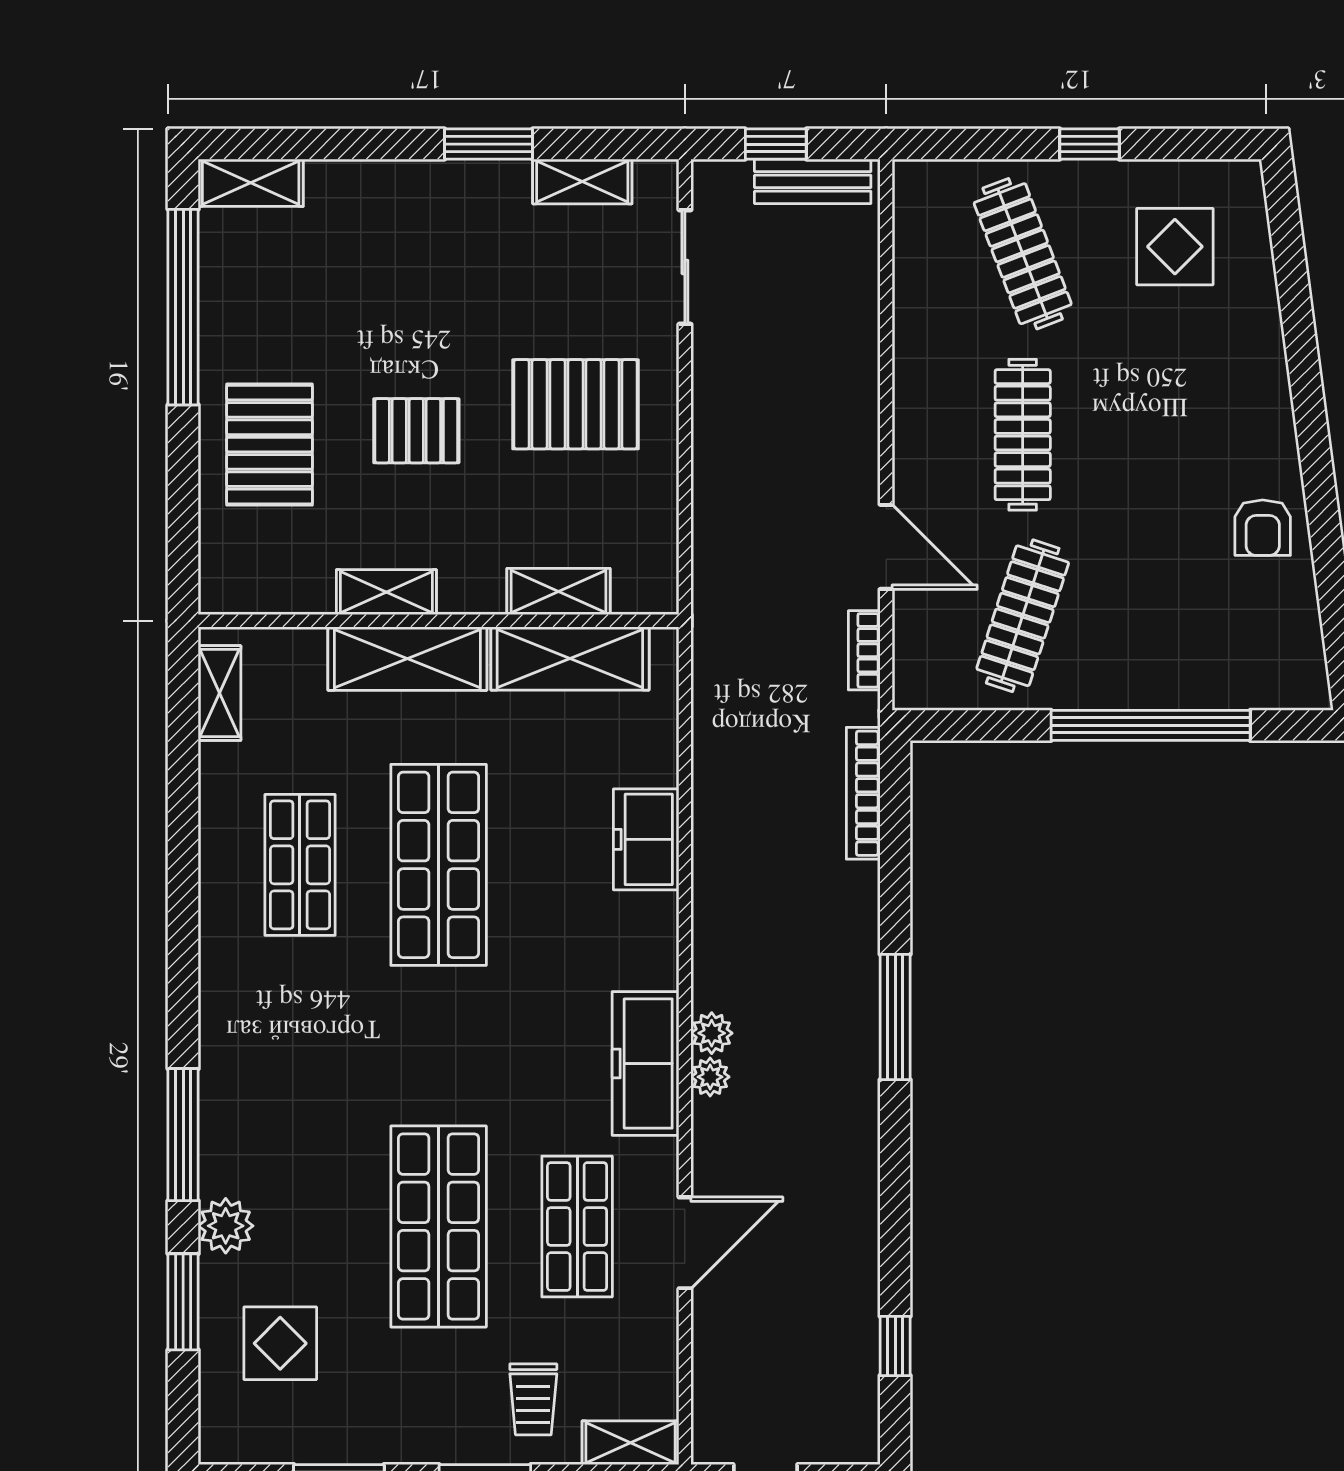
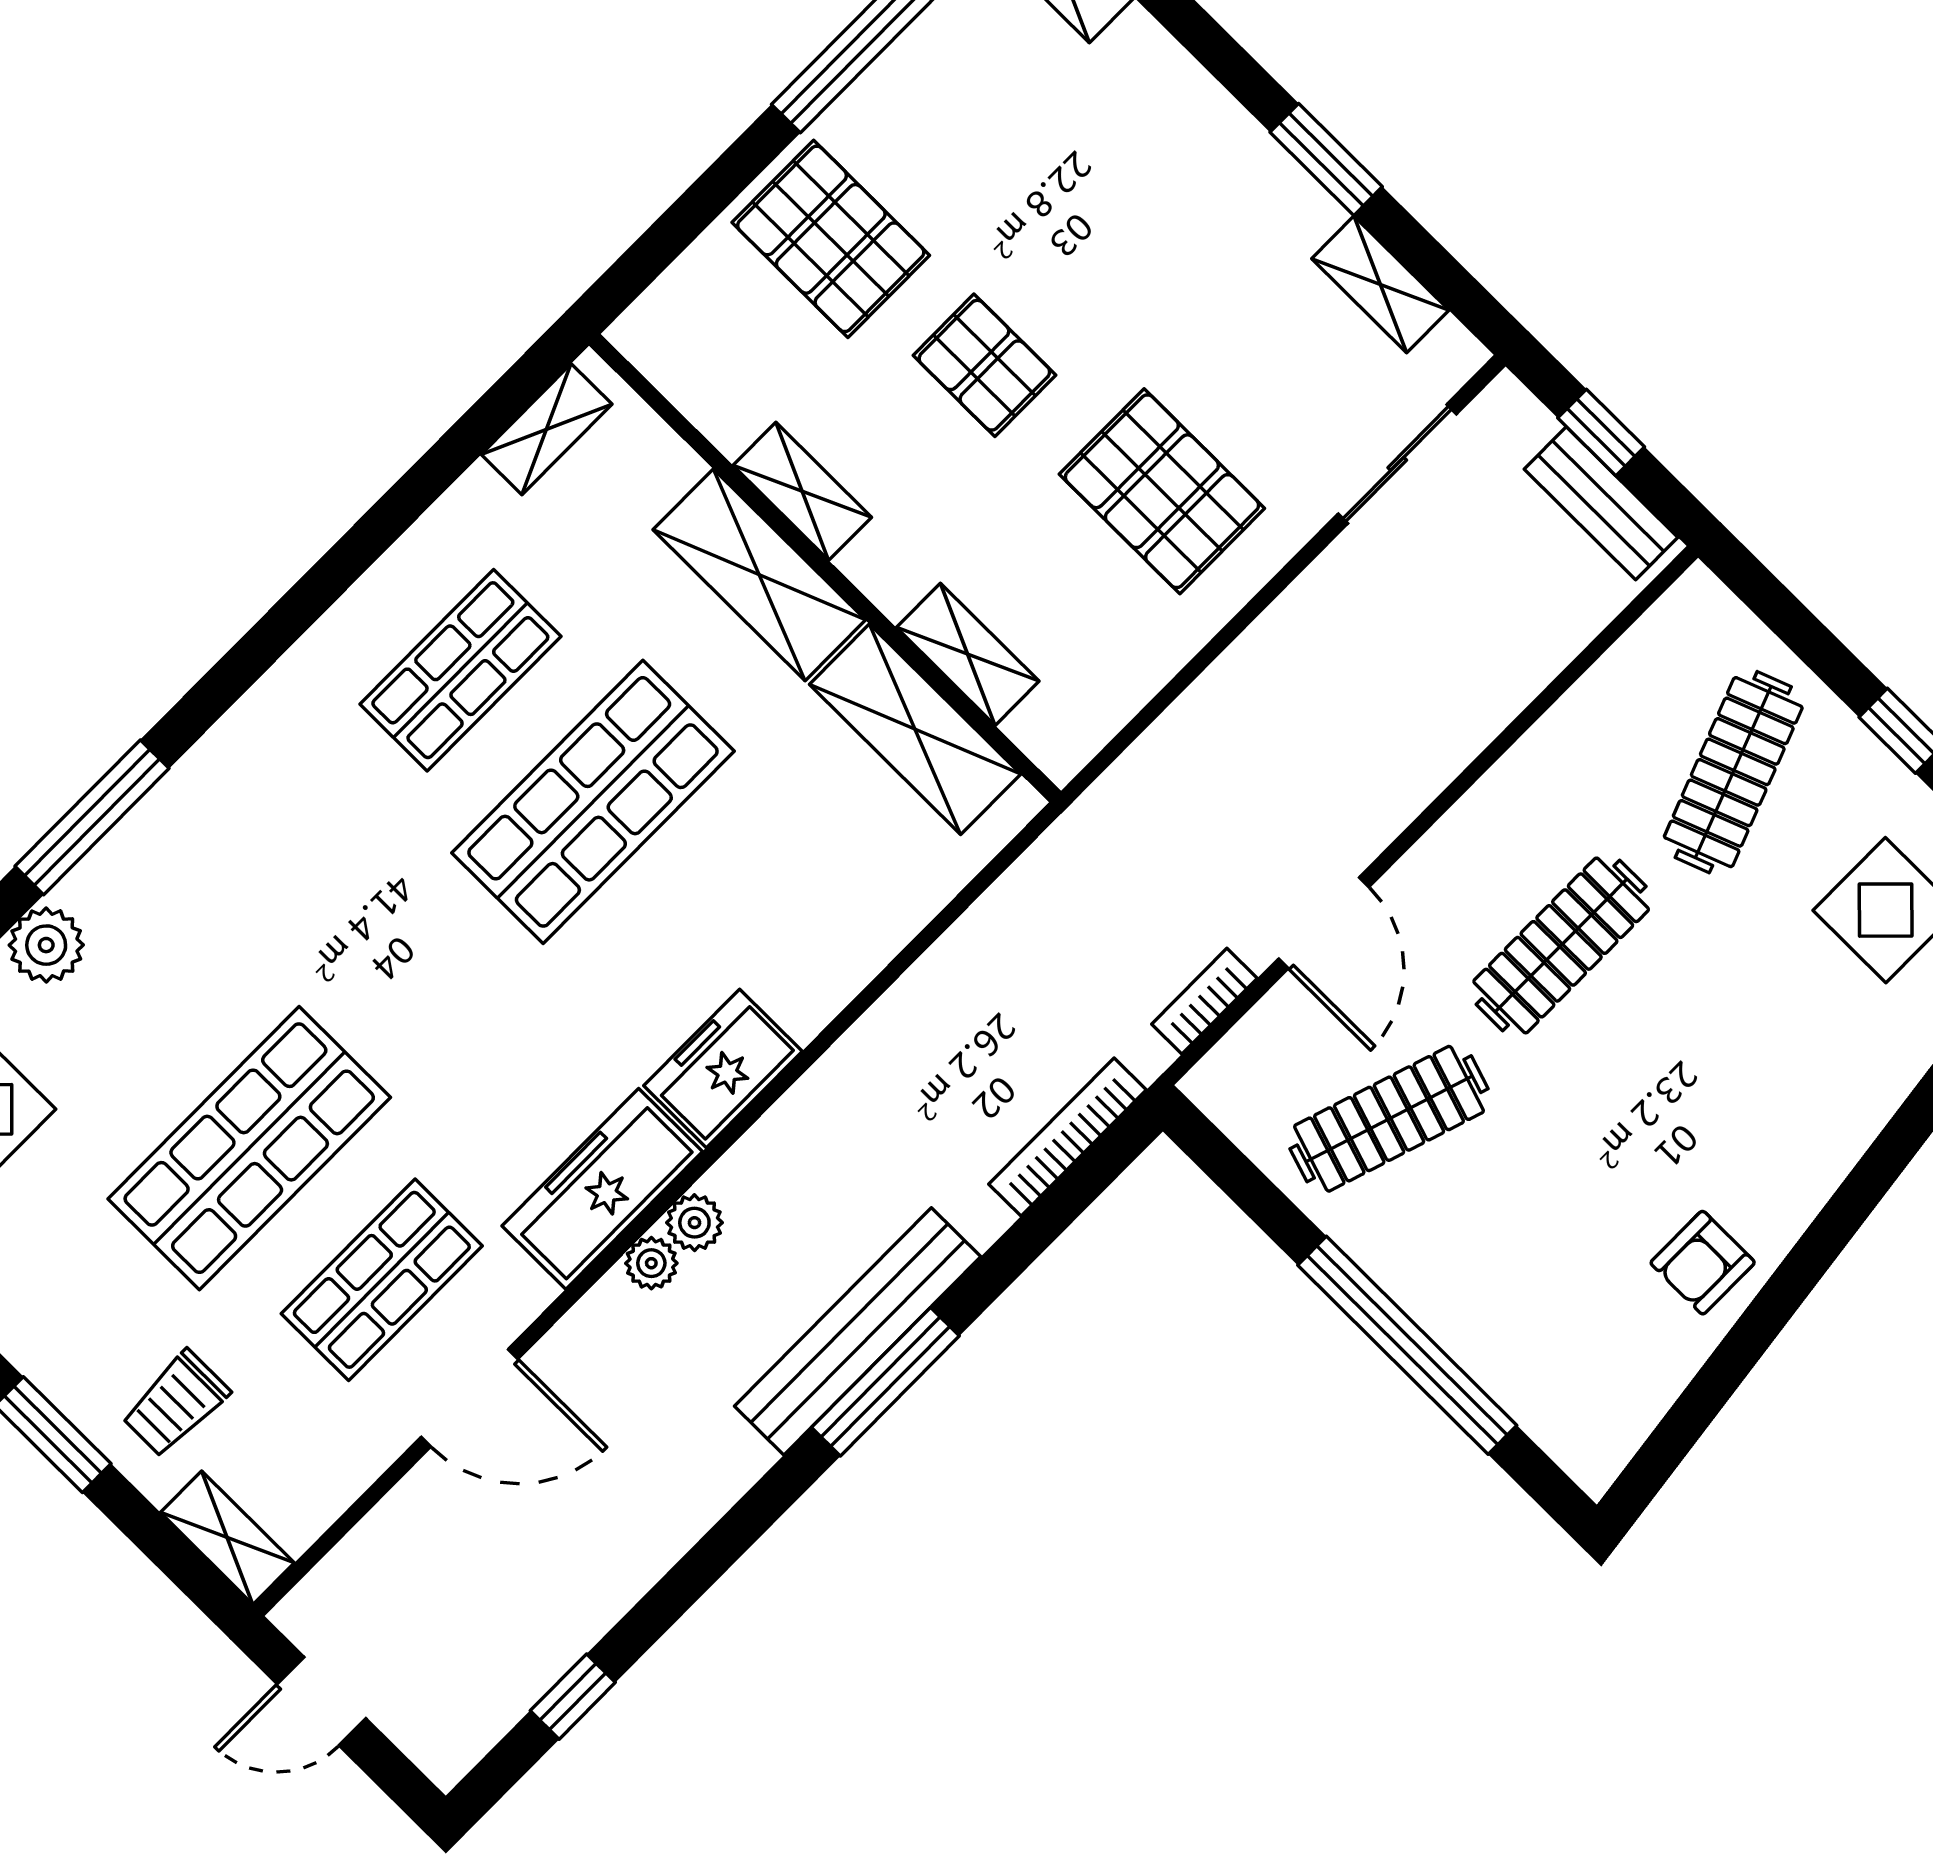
pallet: (269, 445) -> (831, 239), turned 90
freezer: (646, 839) -> (723, 1069), moved
bench: (854, 1005) -> (858, 1331), added

